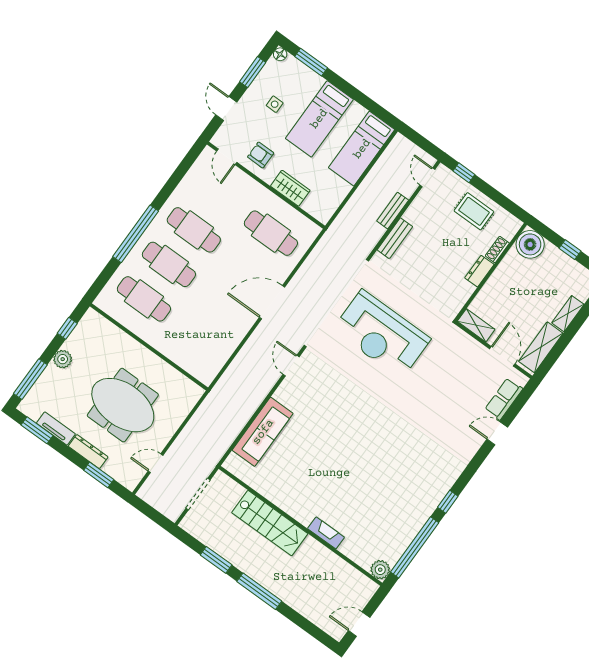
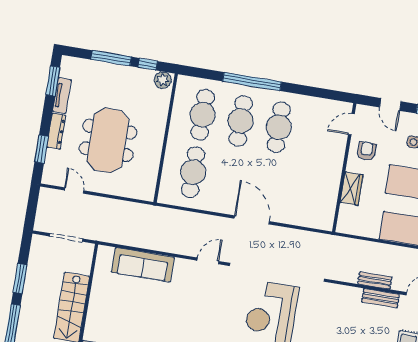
door: (226, 109) -> (390, 104), swing flipped
cafe table: (271, 233) -> (193, 172), moved
bench: (395, 238) -> (381, 298), moved
plant: (63, 359) -> (163, 80), moved
window: (30, 379) -> (111, 58), moved

